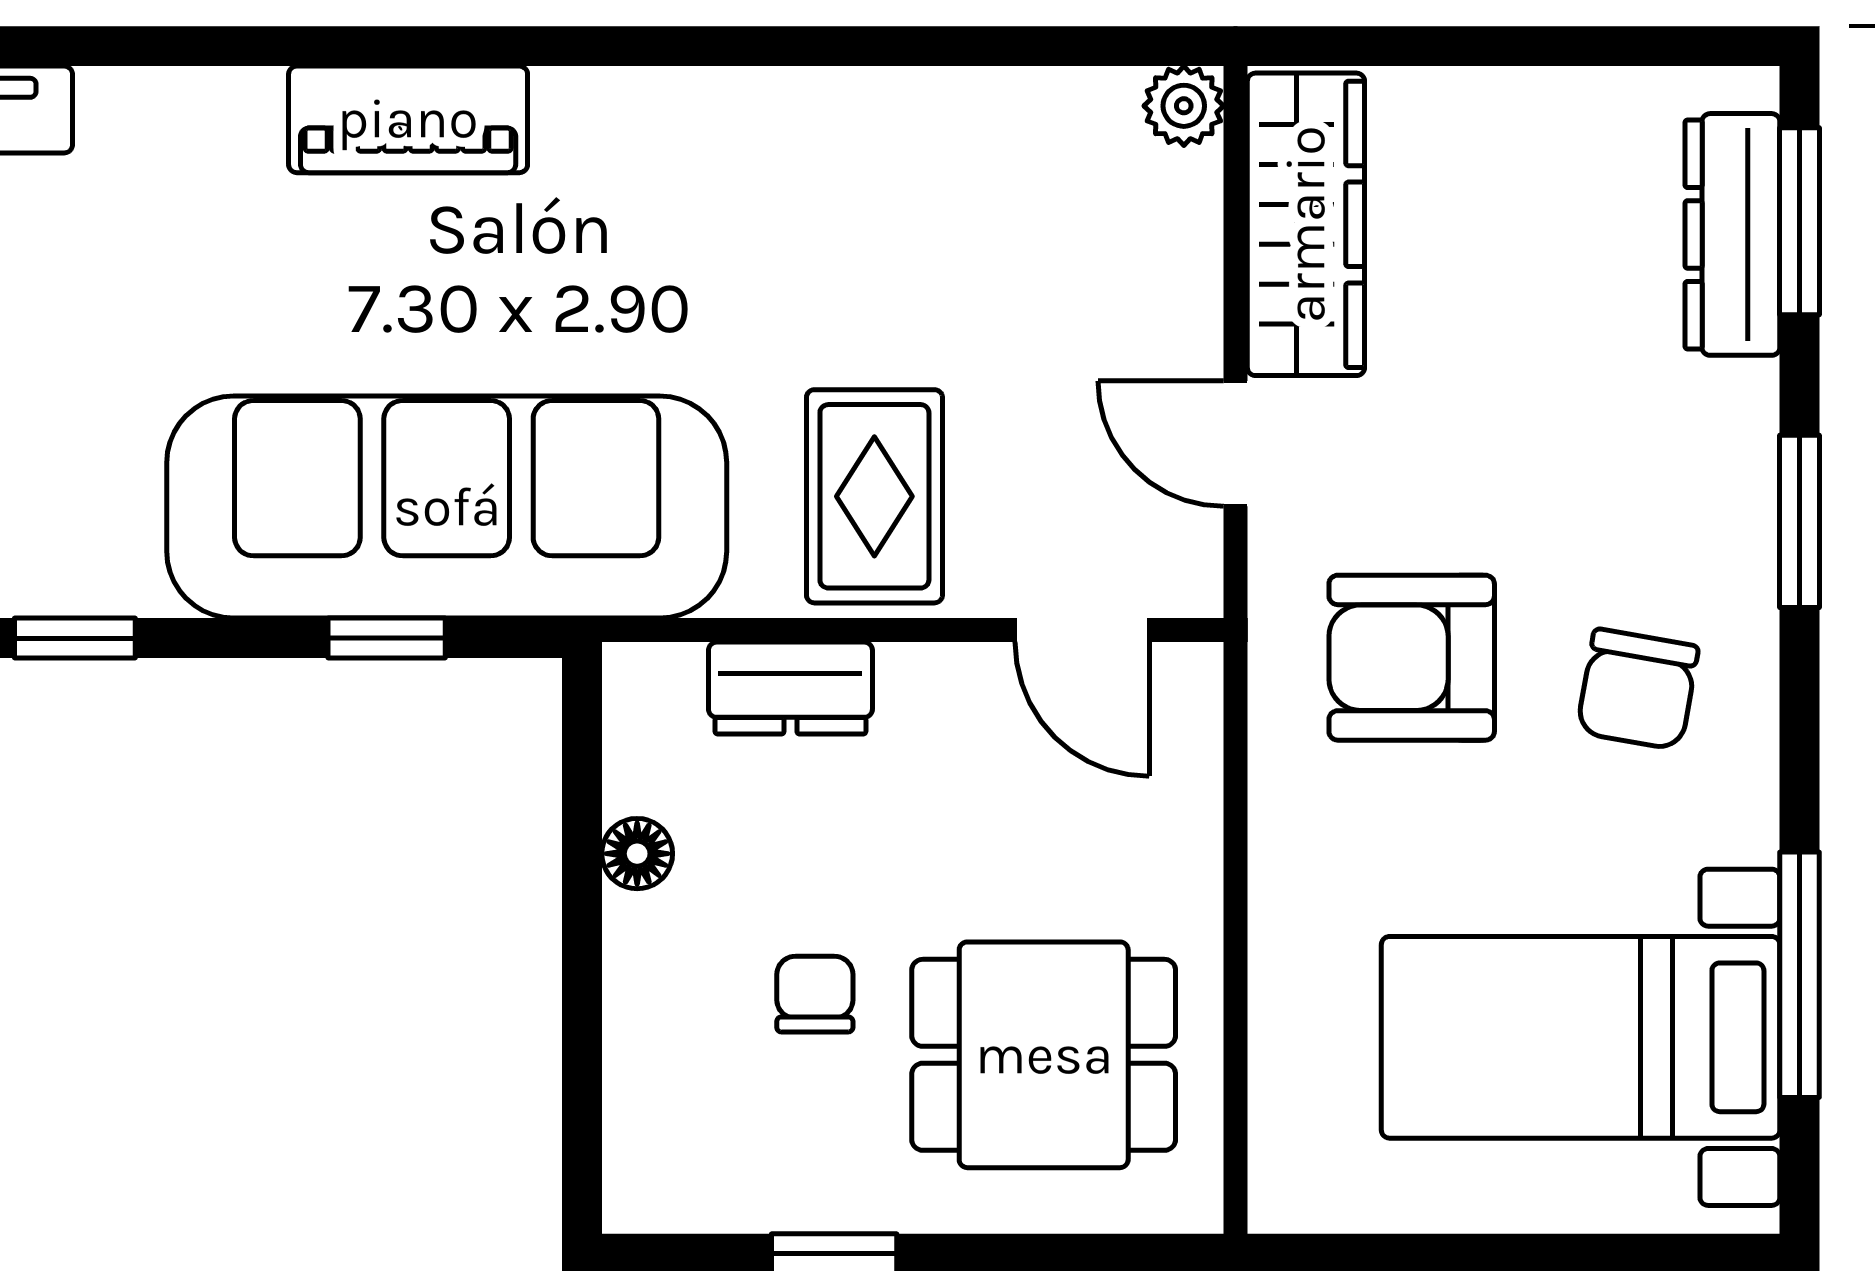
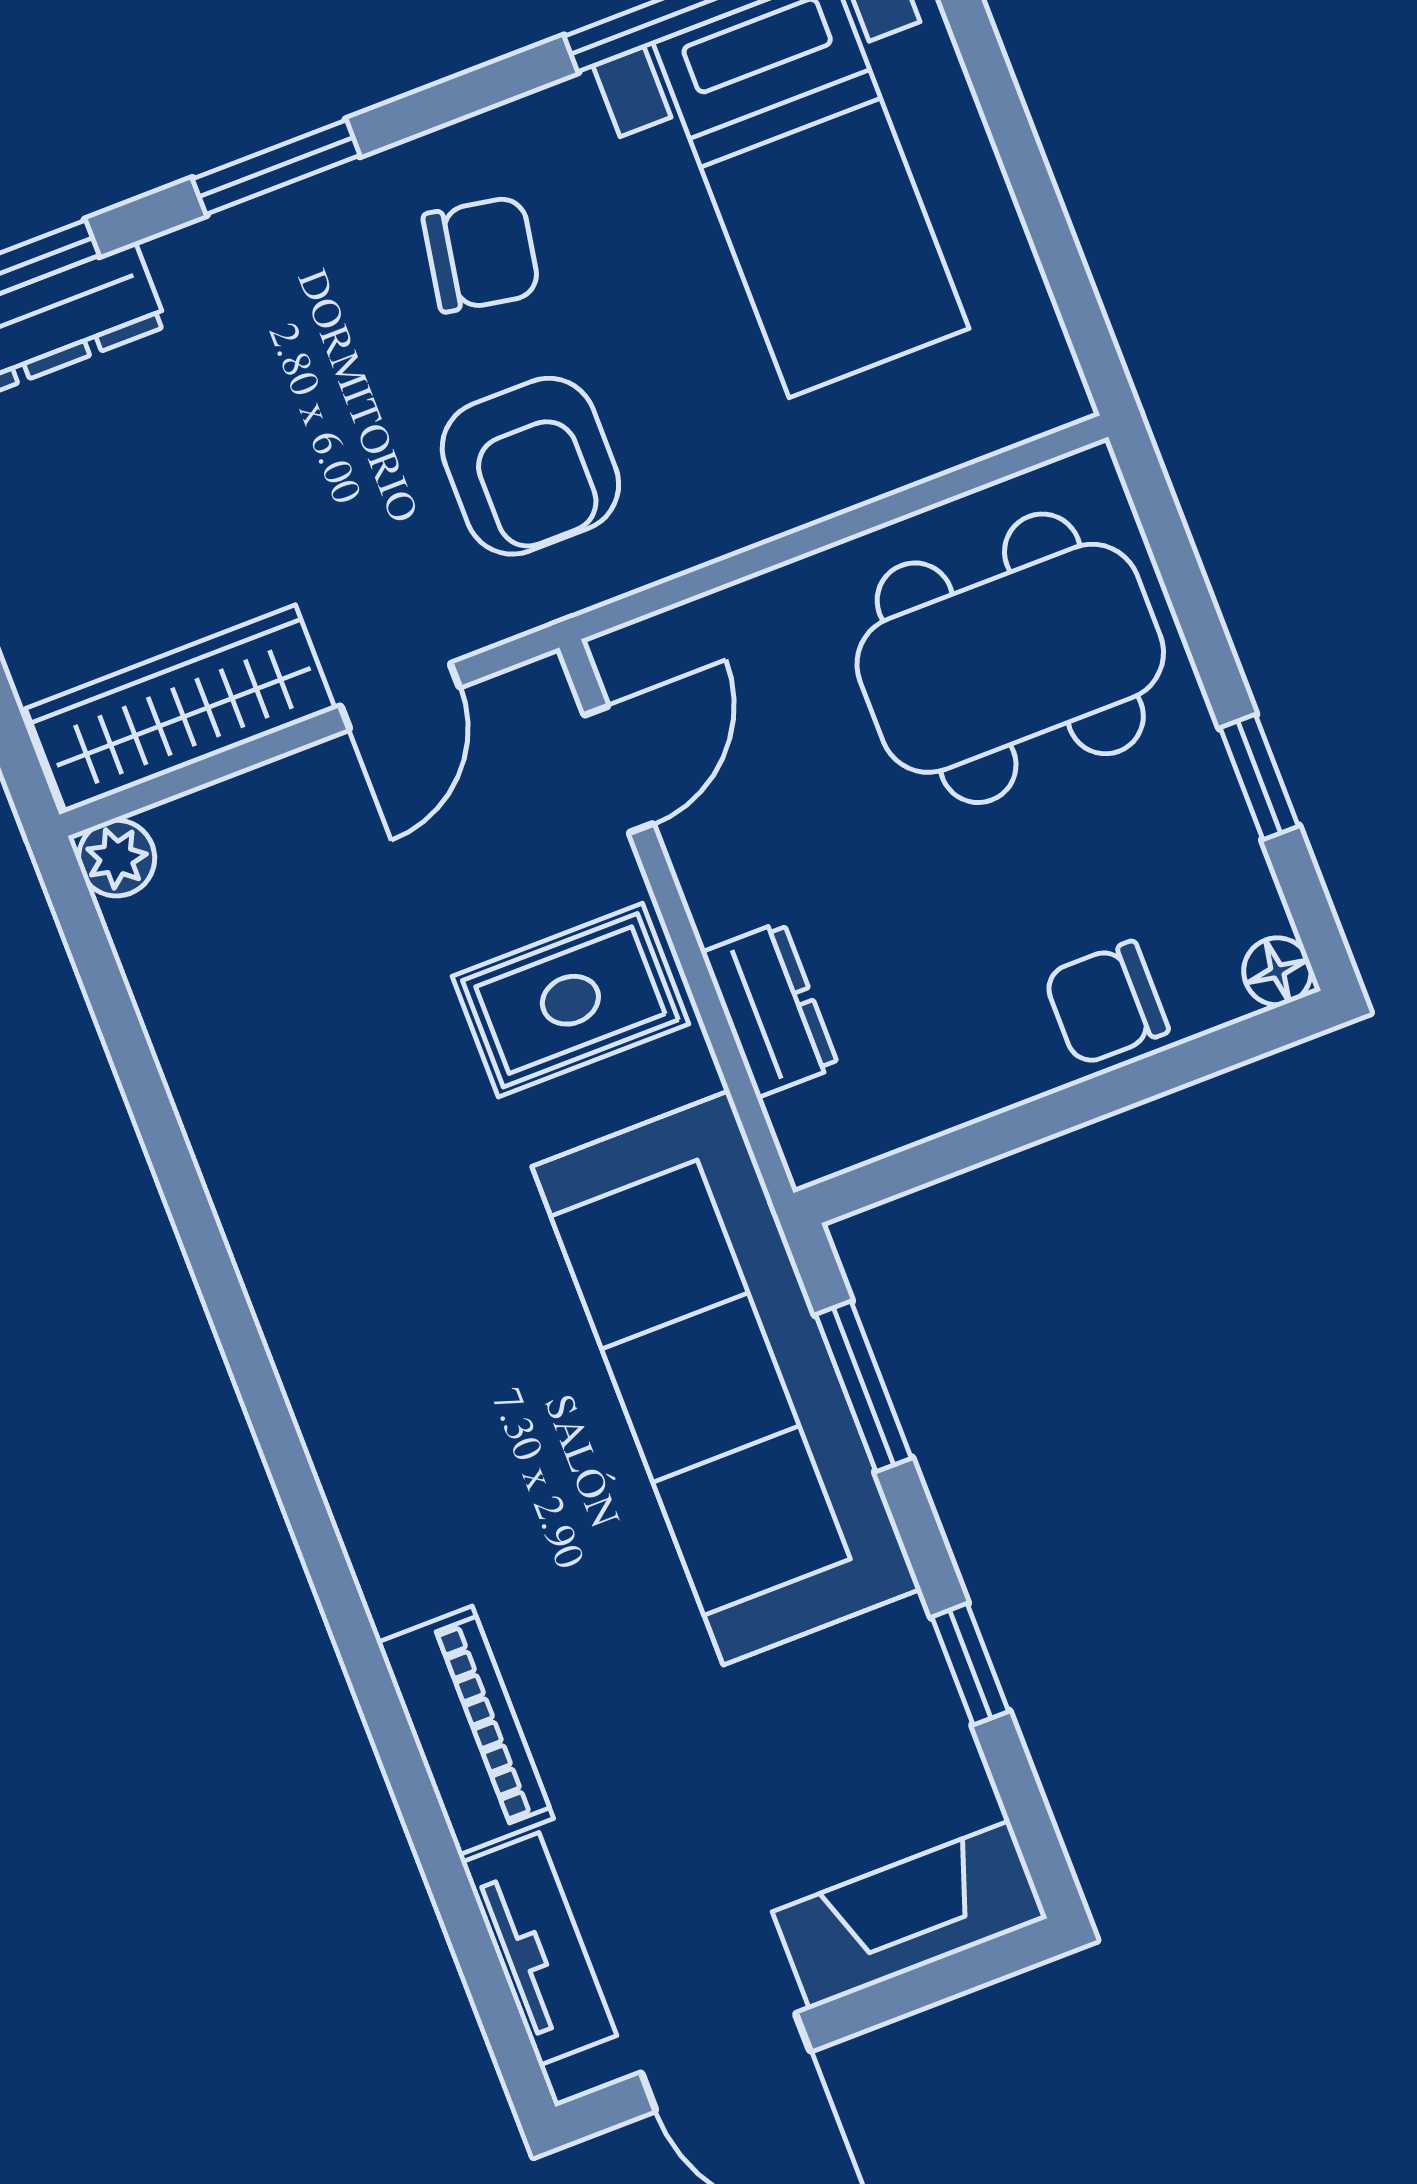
piano: (408, 119) -> (465, 1730), moved
window: (387, 638) -> (864, 1386), width x1.50
floor lamp: (637, 854) -> (1277, 971), moved
chair: (815, 994) -> (1106, 1003), moved, width x1.37, depth x1.37
dining table: (1044, 1055) -> (1010, 658), width x1.38

